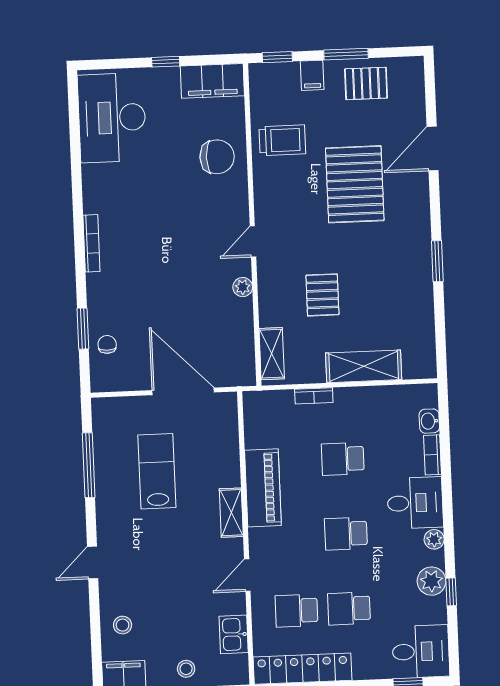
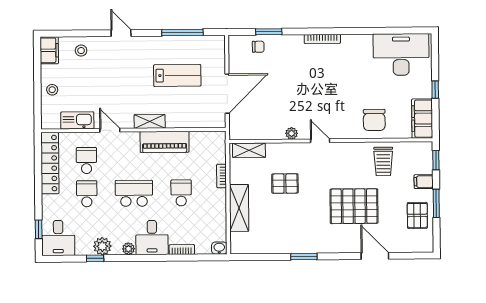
washbasin: (429, 421) -> (219, 248), moved
school desk: (346, 534) -> (134, 193), width x1.85
kitchen sink: (234, 634) -> (77, 120), width x1.38

